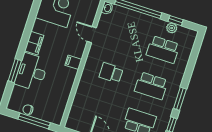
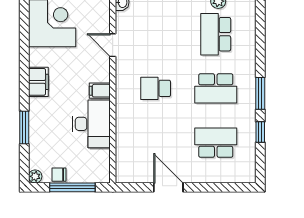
school desk: (163, 50) -> (216, 34), turned 90
desk: (32, 72) -> (91, 124), moved, turned 180
plant: (12, 106) -> (35, 176), added

